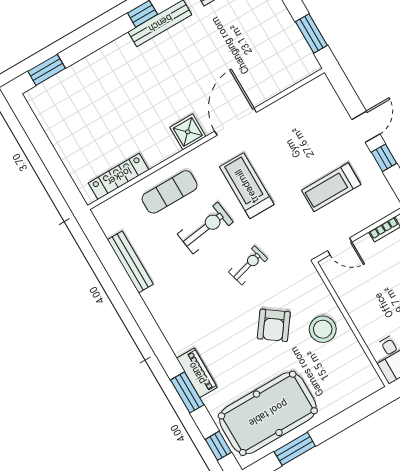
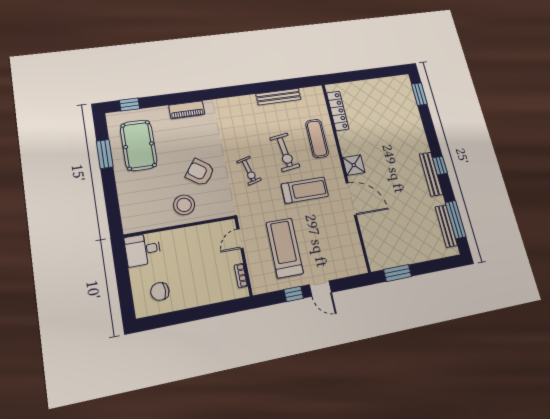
treadmill: (331, 187) -> (285, 248), width x1.37, depth x1.38
window: (187, 392) -> (176, 99), removed
pool table: (268, 413) -> (139, 145), width x0.73, depth x0.76

